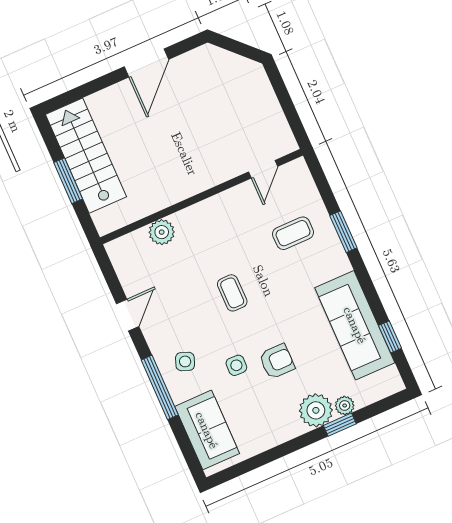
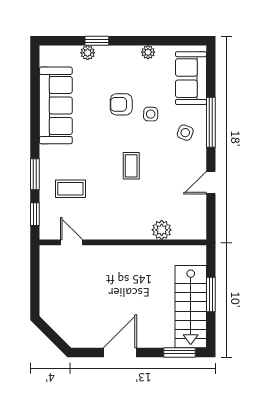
window: (75, 95) -> (179, 352), added
door: (263, 169) -> (72, 242), hinge flipped
window: (390, 337) -> (35, 214), moved
plant: (316, 410) -> (148, 52), moved, width x0.53, depth x0.53

